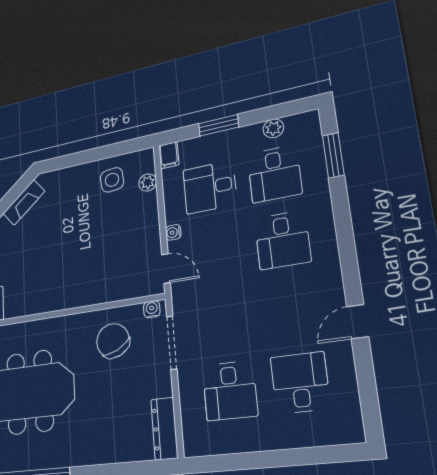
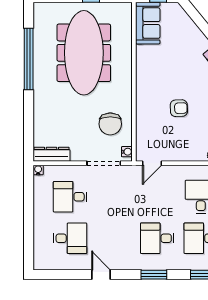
water cooler: (173, 232) -> (38, 170), moved
window: (345, 234) -> (154, 275), added
armchair: (85, 244) -> (179, 108), added
chair: (113, 341) -> (110, 124), turned 116

